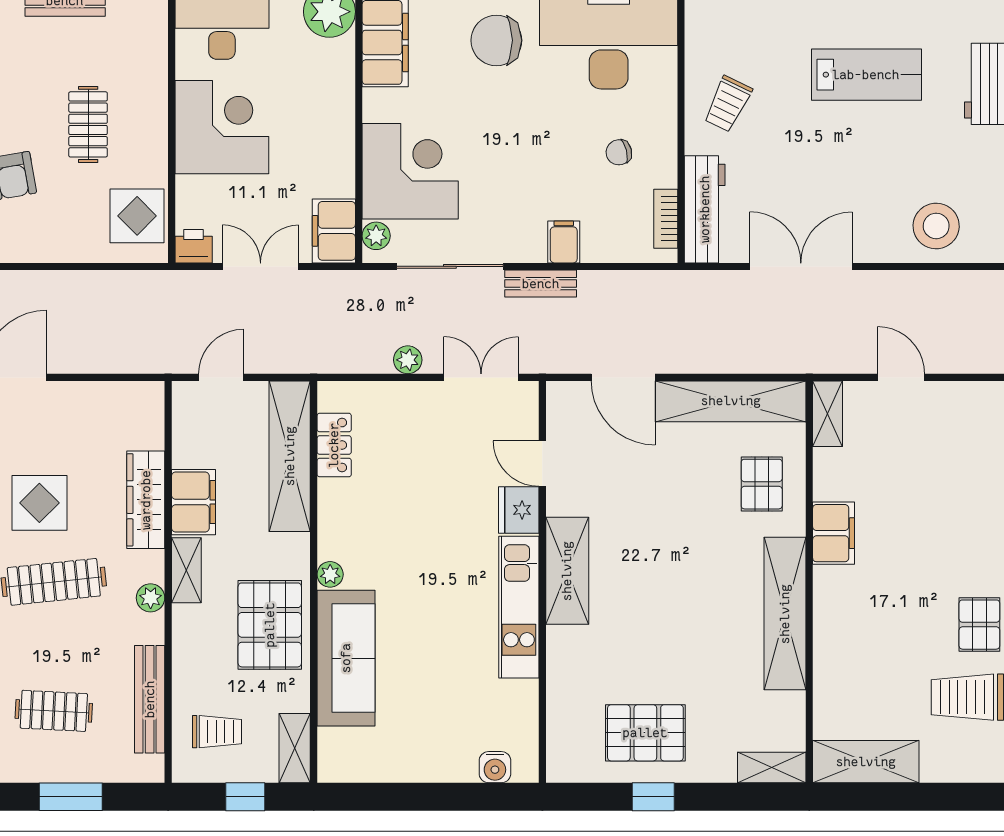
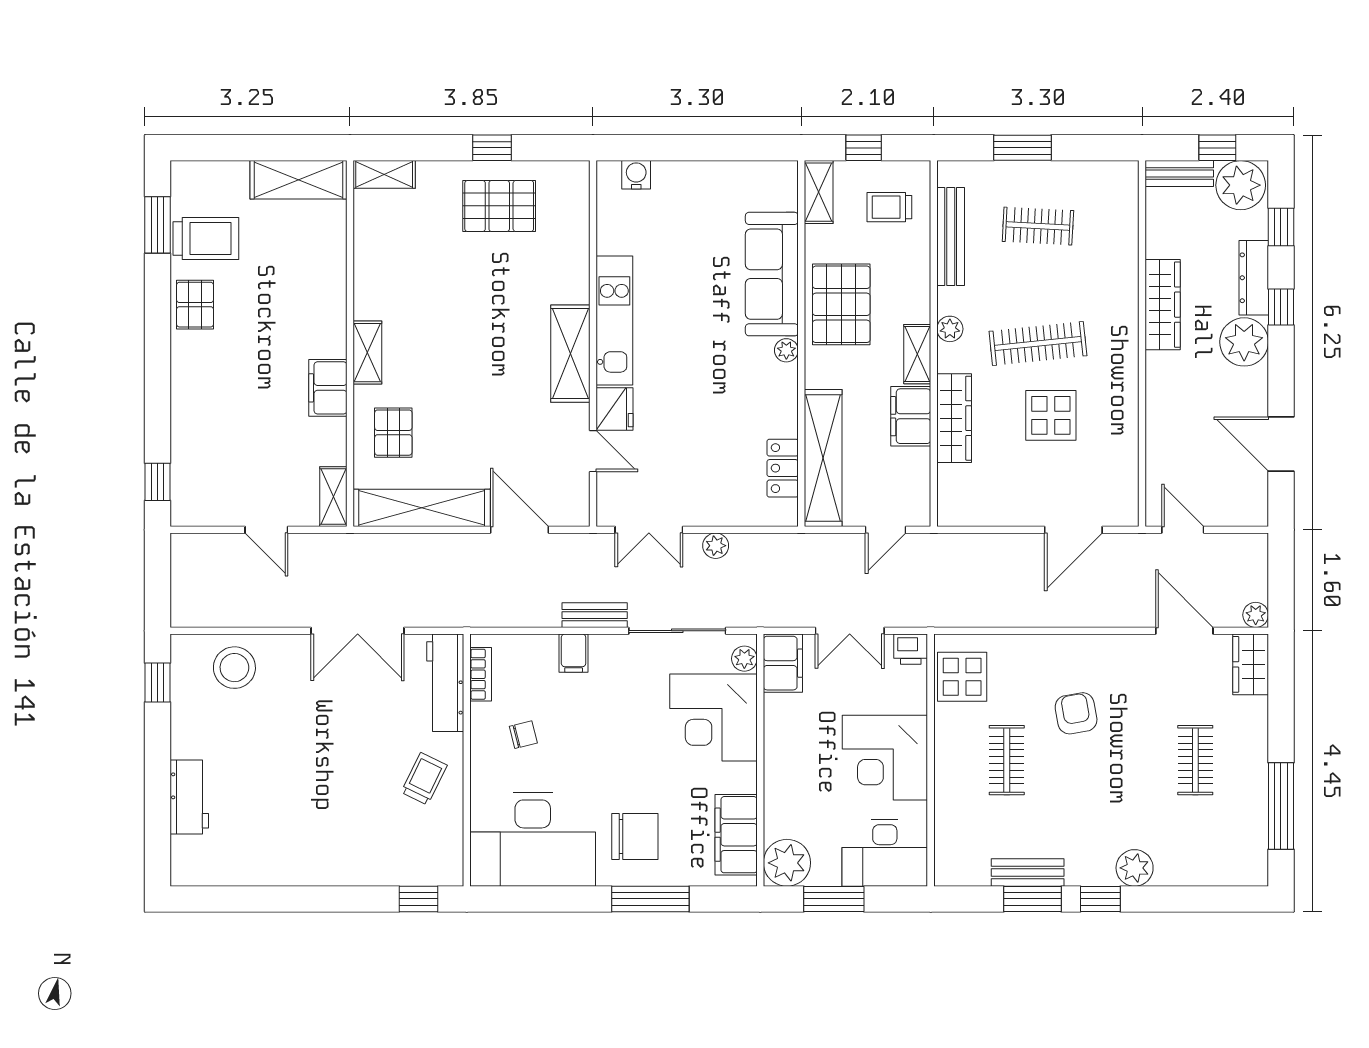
lab bench: (866, 75) -> (298, 805), removed
shelving: (785, 614) -> (367, 353), width x0.45, depth x0.75

